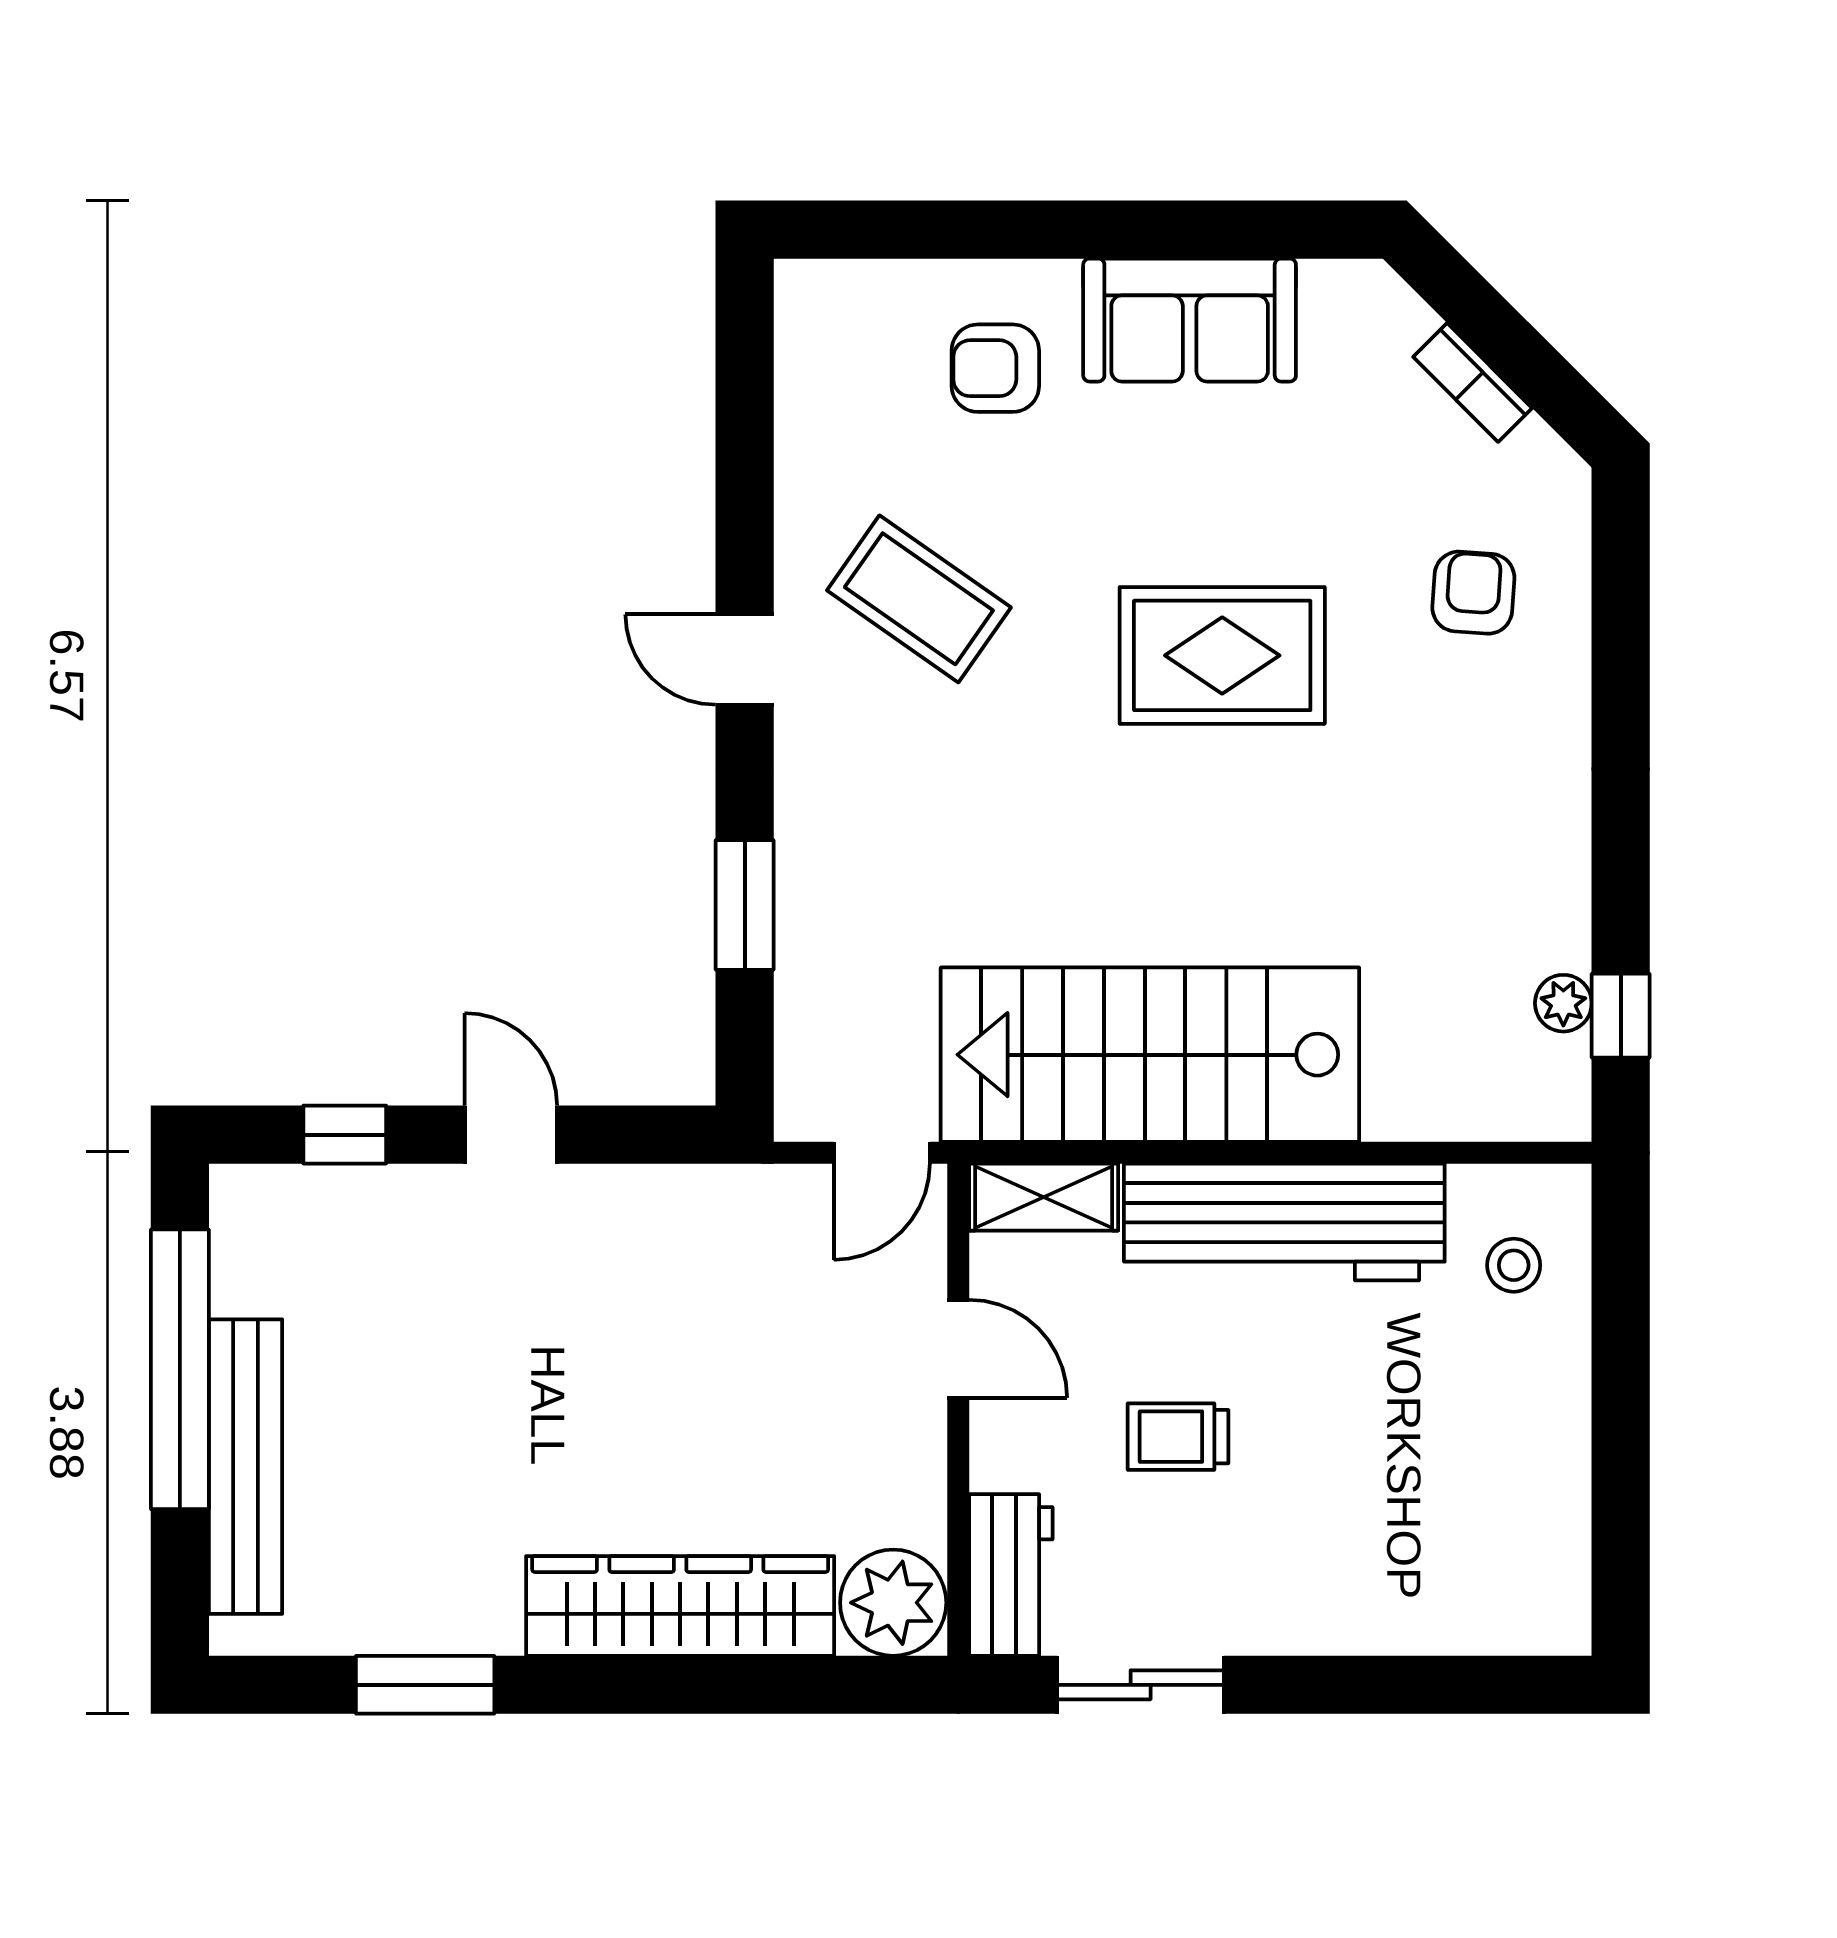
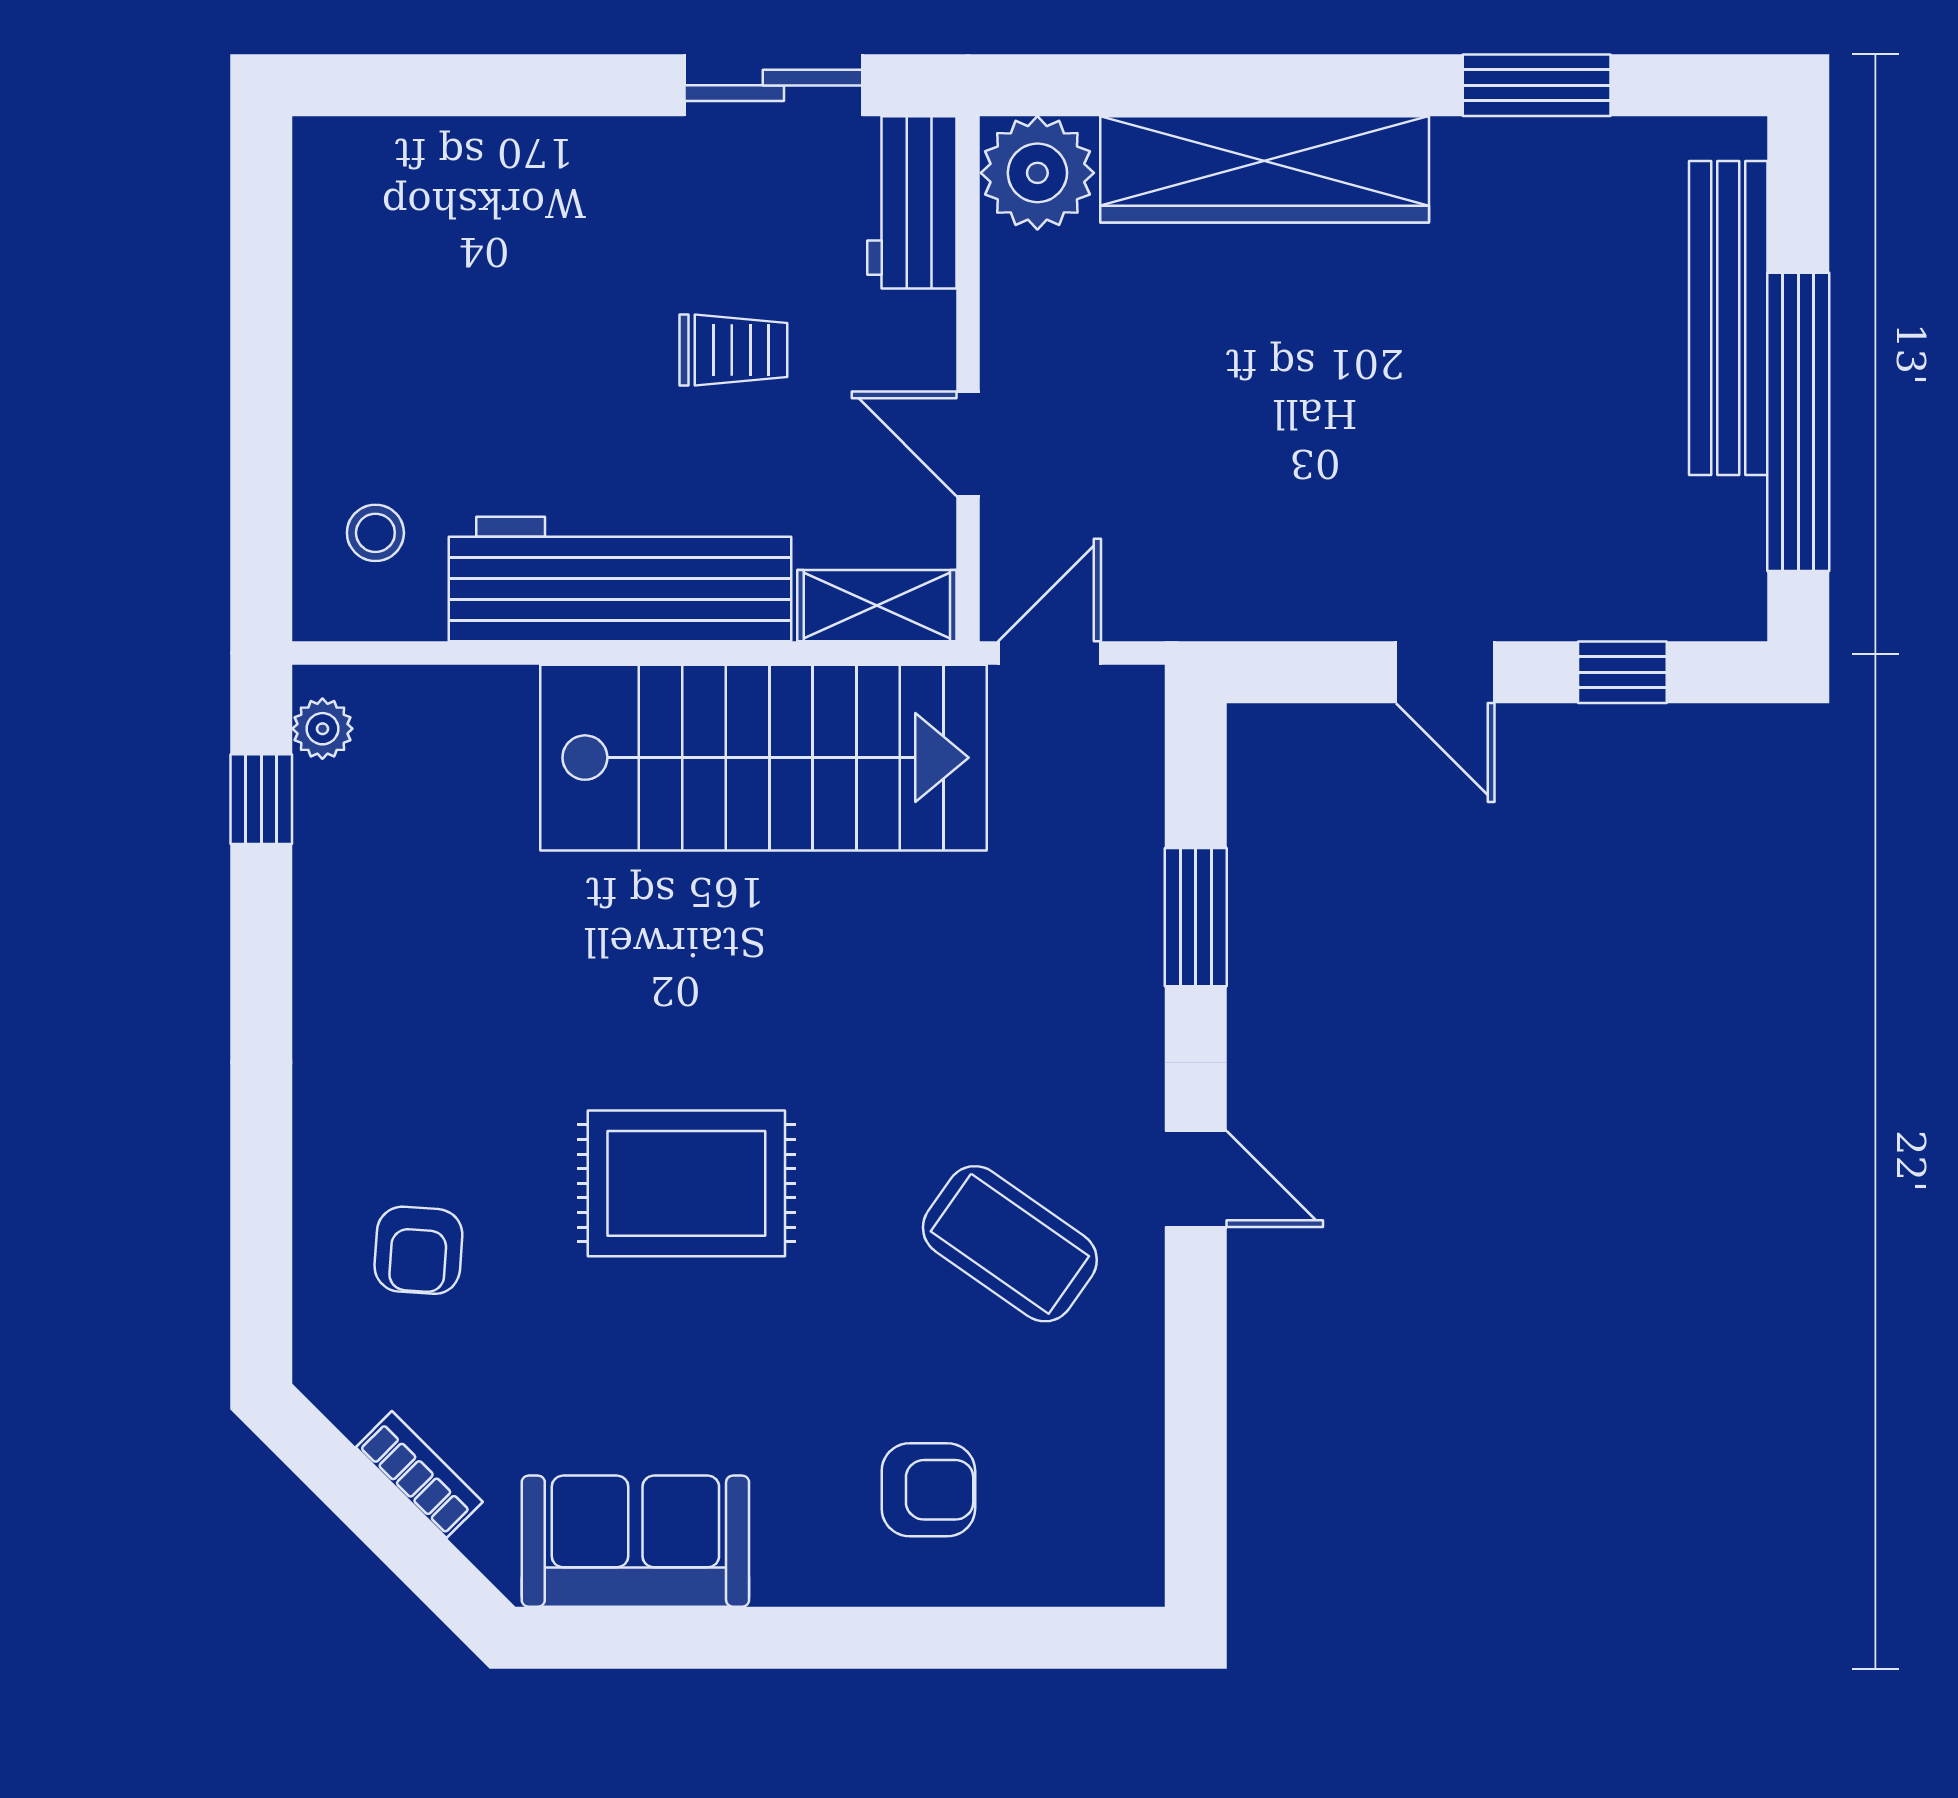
sofa: (1190, 320) -> (635, 1541), moved
plant: (1563, 1003) -> (322, 729), moved

